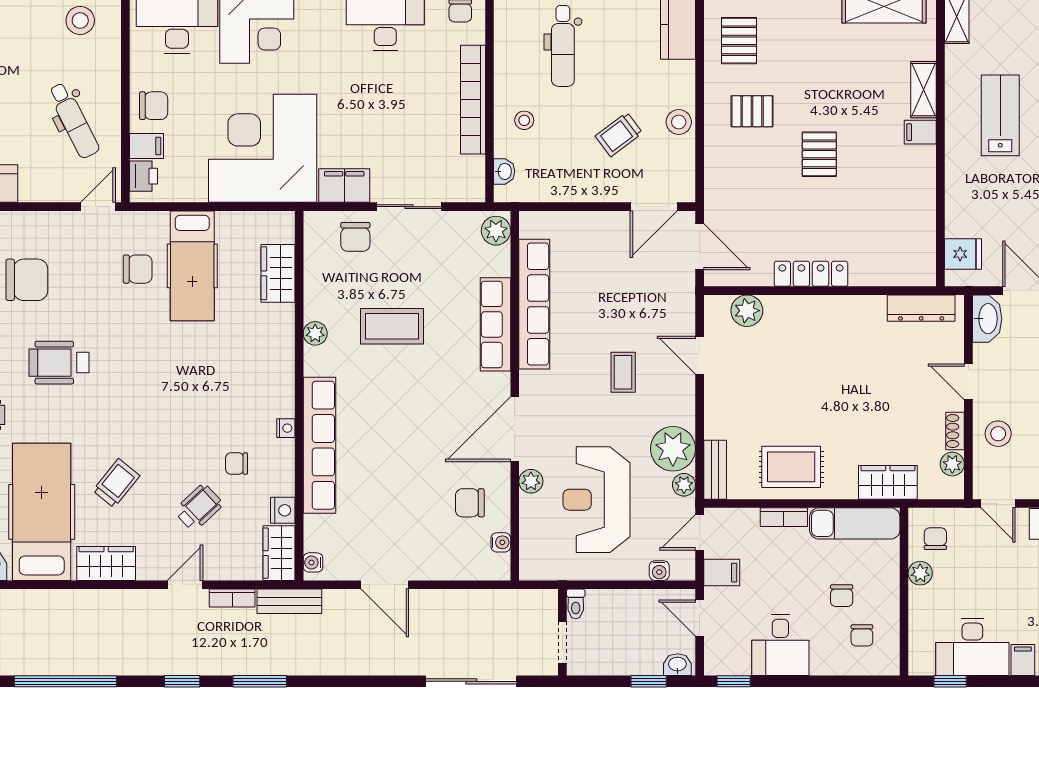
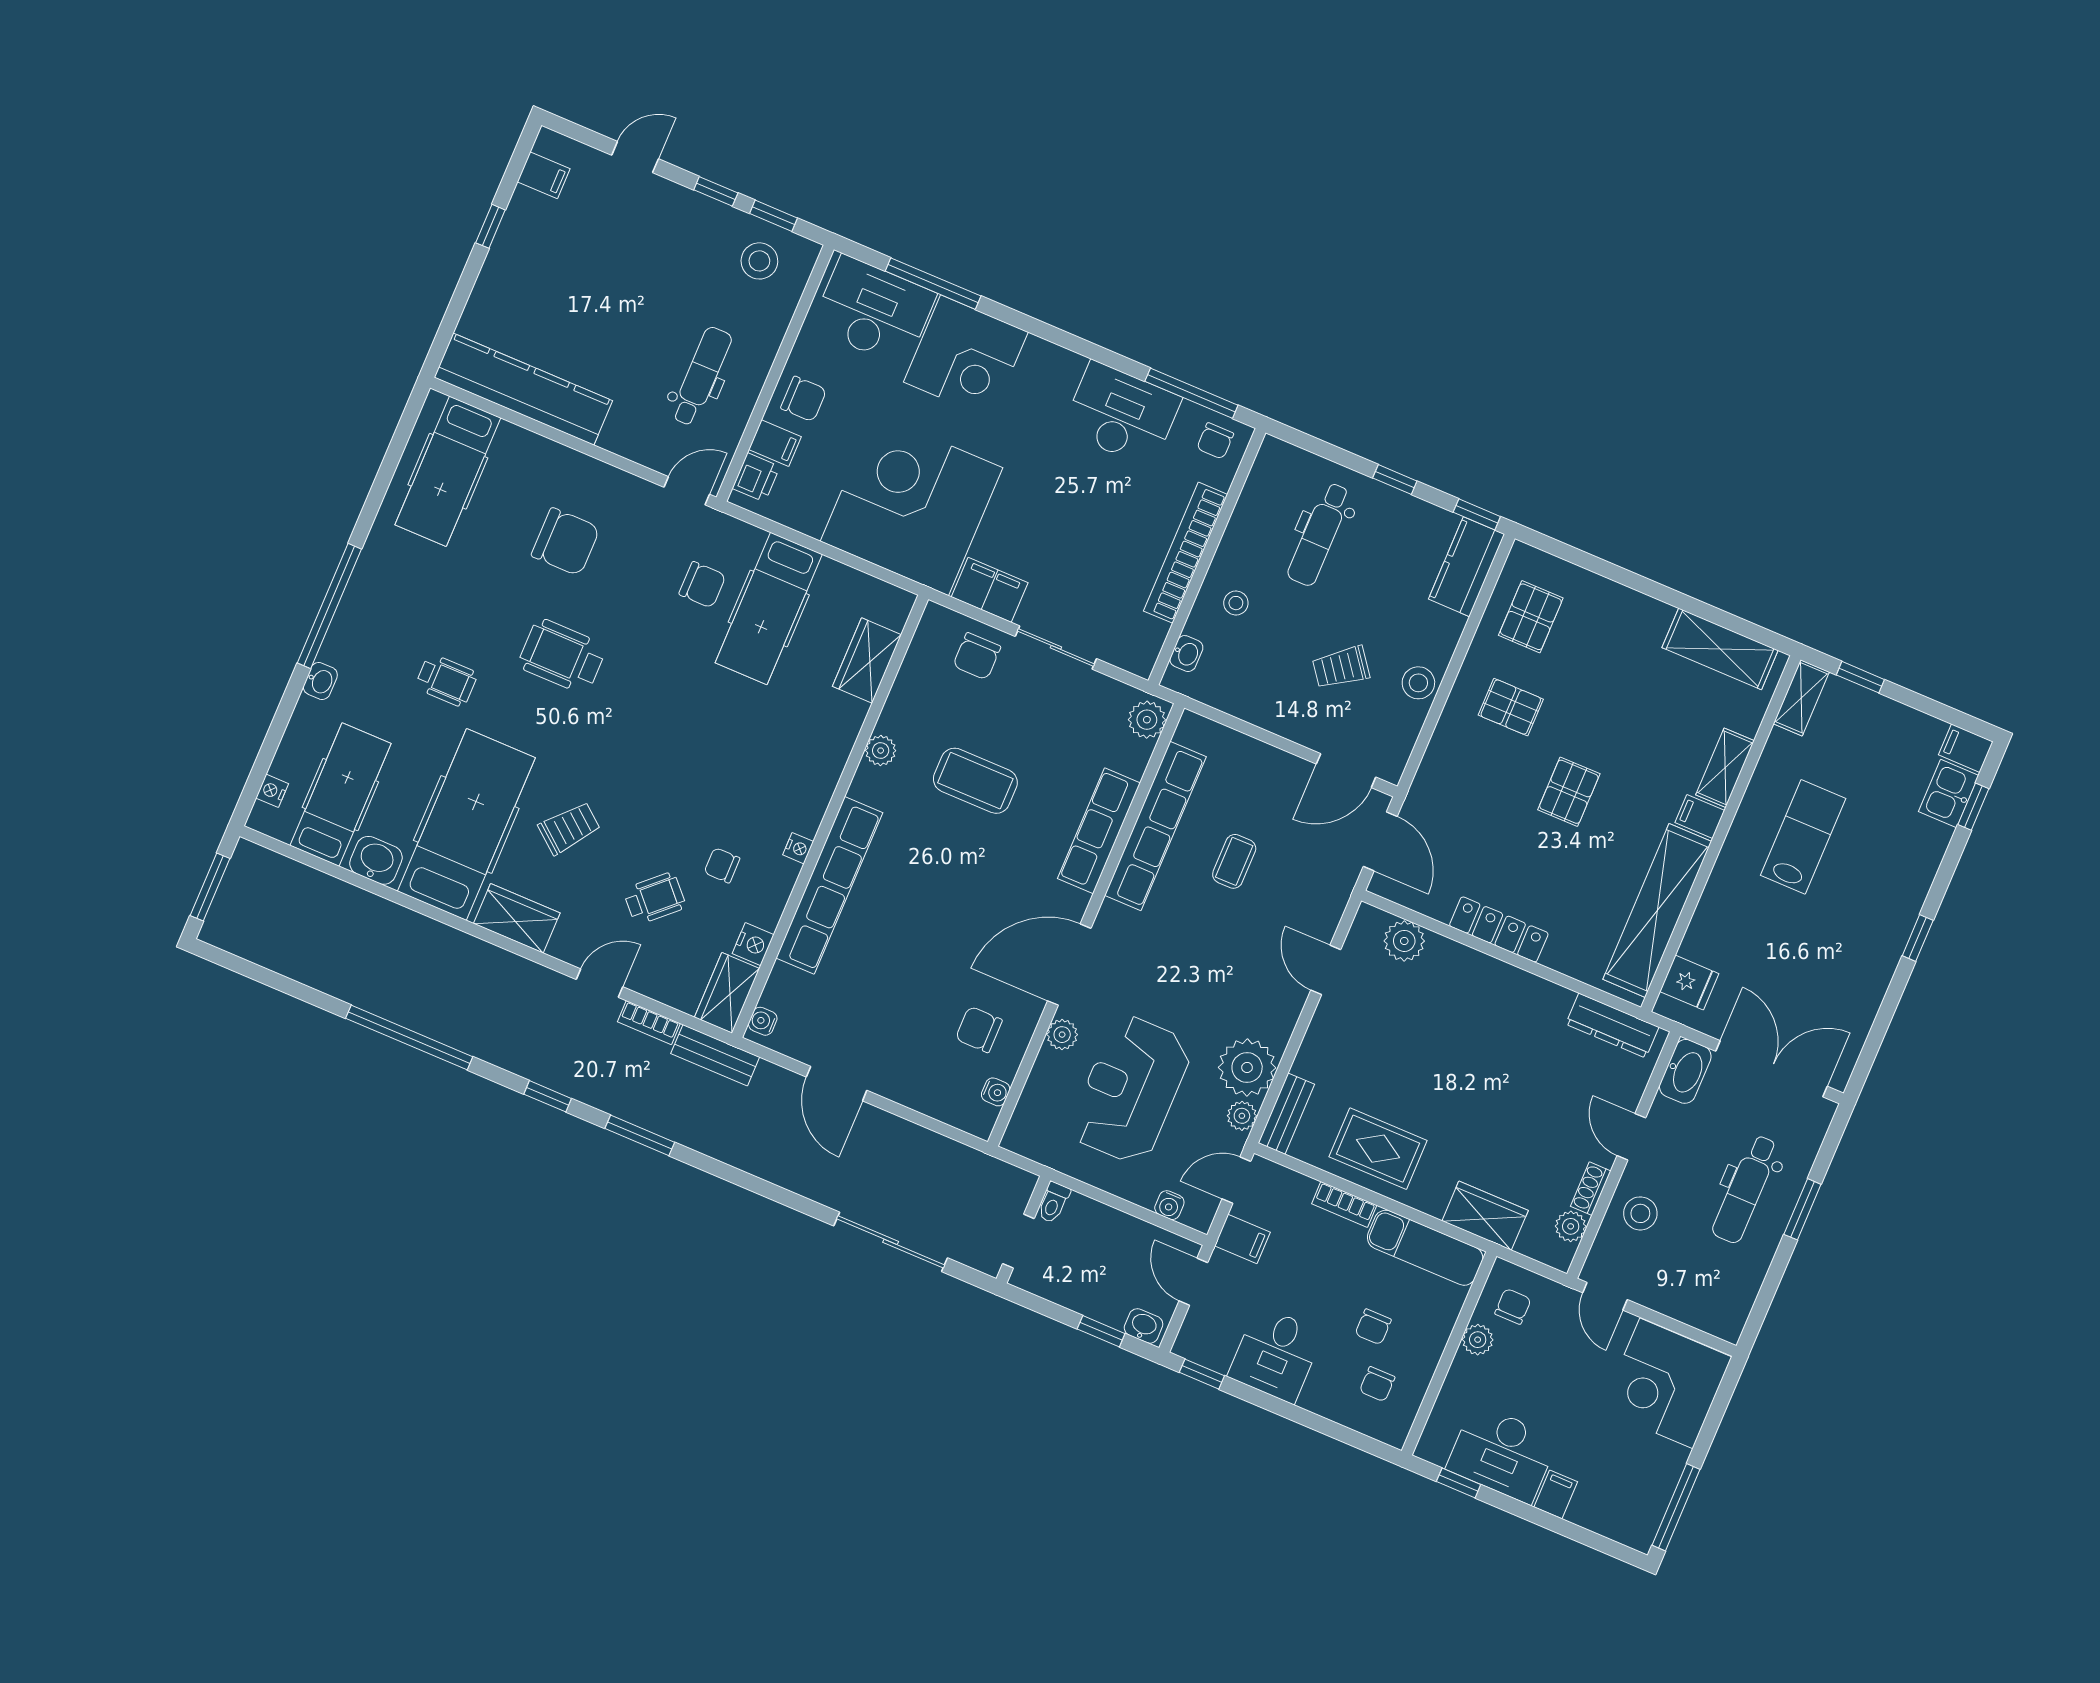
dental chair: (74, 120) -> (701, 376), turned -153
shelving: (918, 212) -> (1657, 910), added
coffee table: (623, 372) -> (1234, 861), moved

